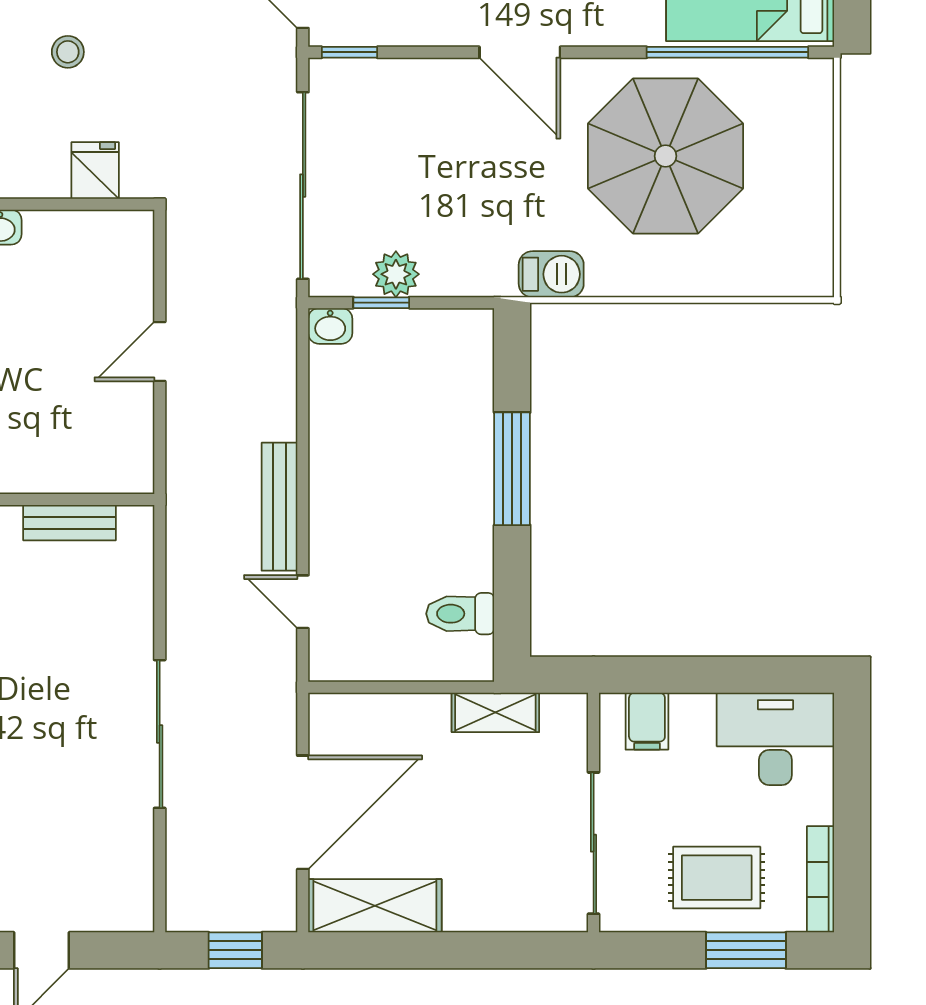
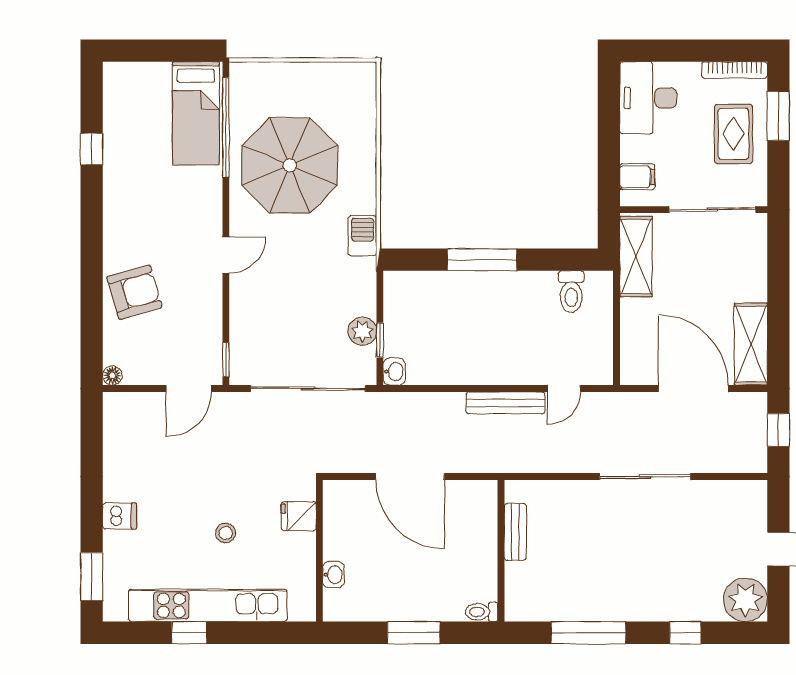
door: (520, 52) -> (226, 255), width x0.73
door: (160, 352) -> (410, 476), width x1.87
shelving: (495, 712) -> (636, 257), width x1.50, depth x1.33

